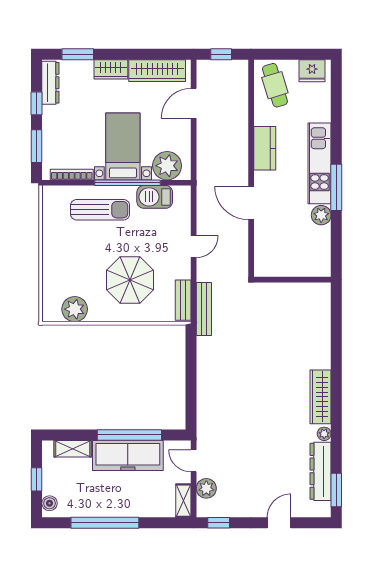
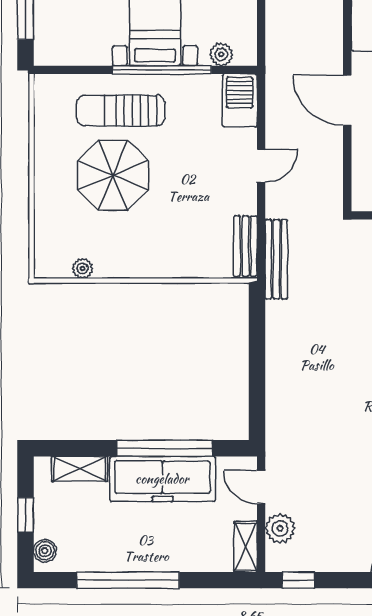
plant: (167, 166) -> (221, 54), width x0.53, depth x0.53
bookcase: (72, 175) -> (78, 58), removed
barbecue: (155, 197) -> (240, 100), moved, turned 90
sun lounger: (100, 210) -> (121, 110), turned 180
parasol: (130, 280) -> (113, 175), moved
plant: (75, 309) -> (83, 268), width x0.53, depth x0.53

